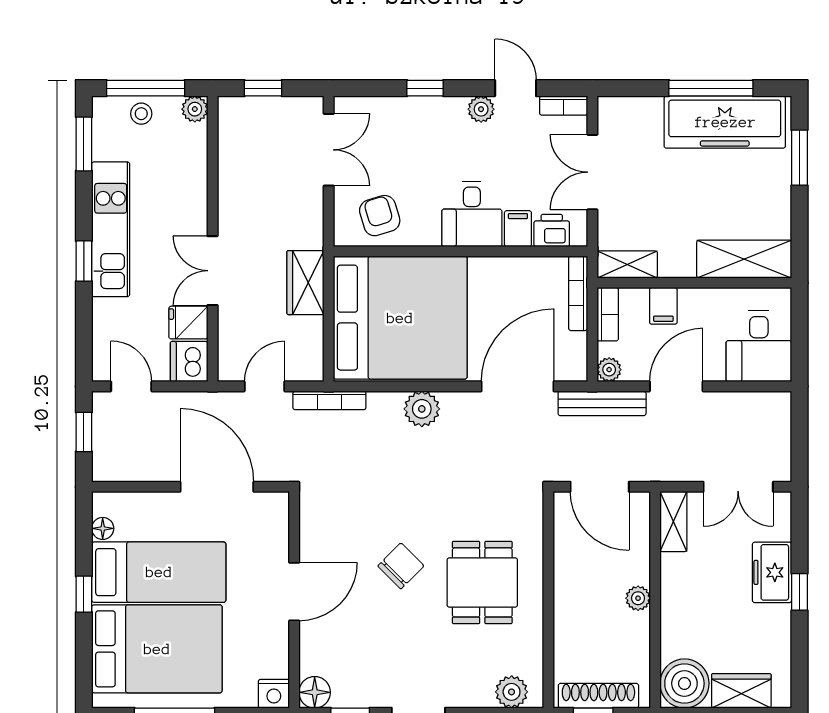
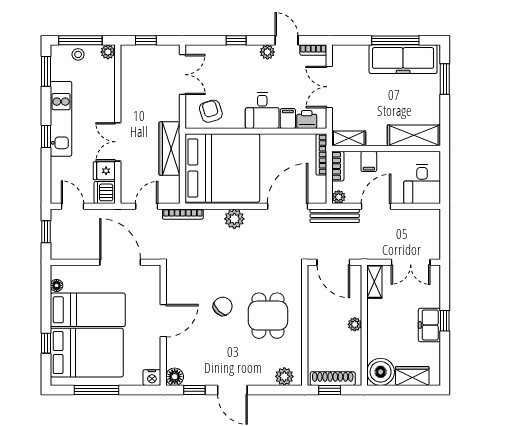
wardrobe: (305, 283) -> (169, 149), width x1.50
freezer: (772, 572) -> (429, 325), moved
window: (84, 594) -> (46, 343), moved

